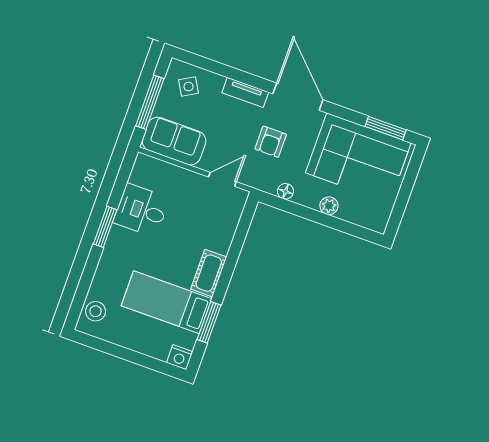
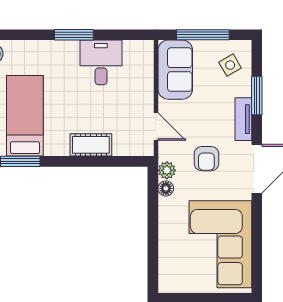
window: (386, 128) -> (257, 96), moved
armchair: (271, 142) -> (206, 159), turned -90
plant: (329, 206) -> (167, 170), moved
cot: (209, 273) -> (91, 145), moved

